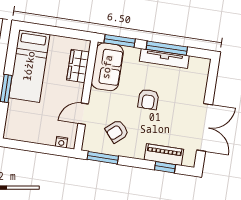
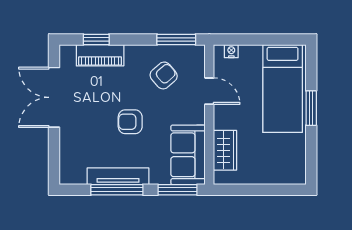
bed: (29, 66) -> (283, 89), moved, turned 180
armchair: (148, 99) -> (130, 122), turned -90
door: (83, 114) -> (209, 91), hinge flipped

